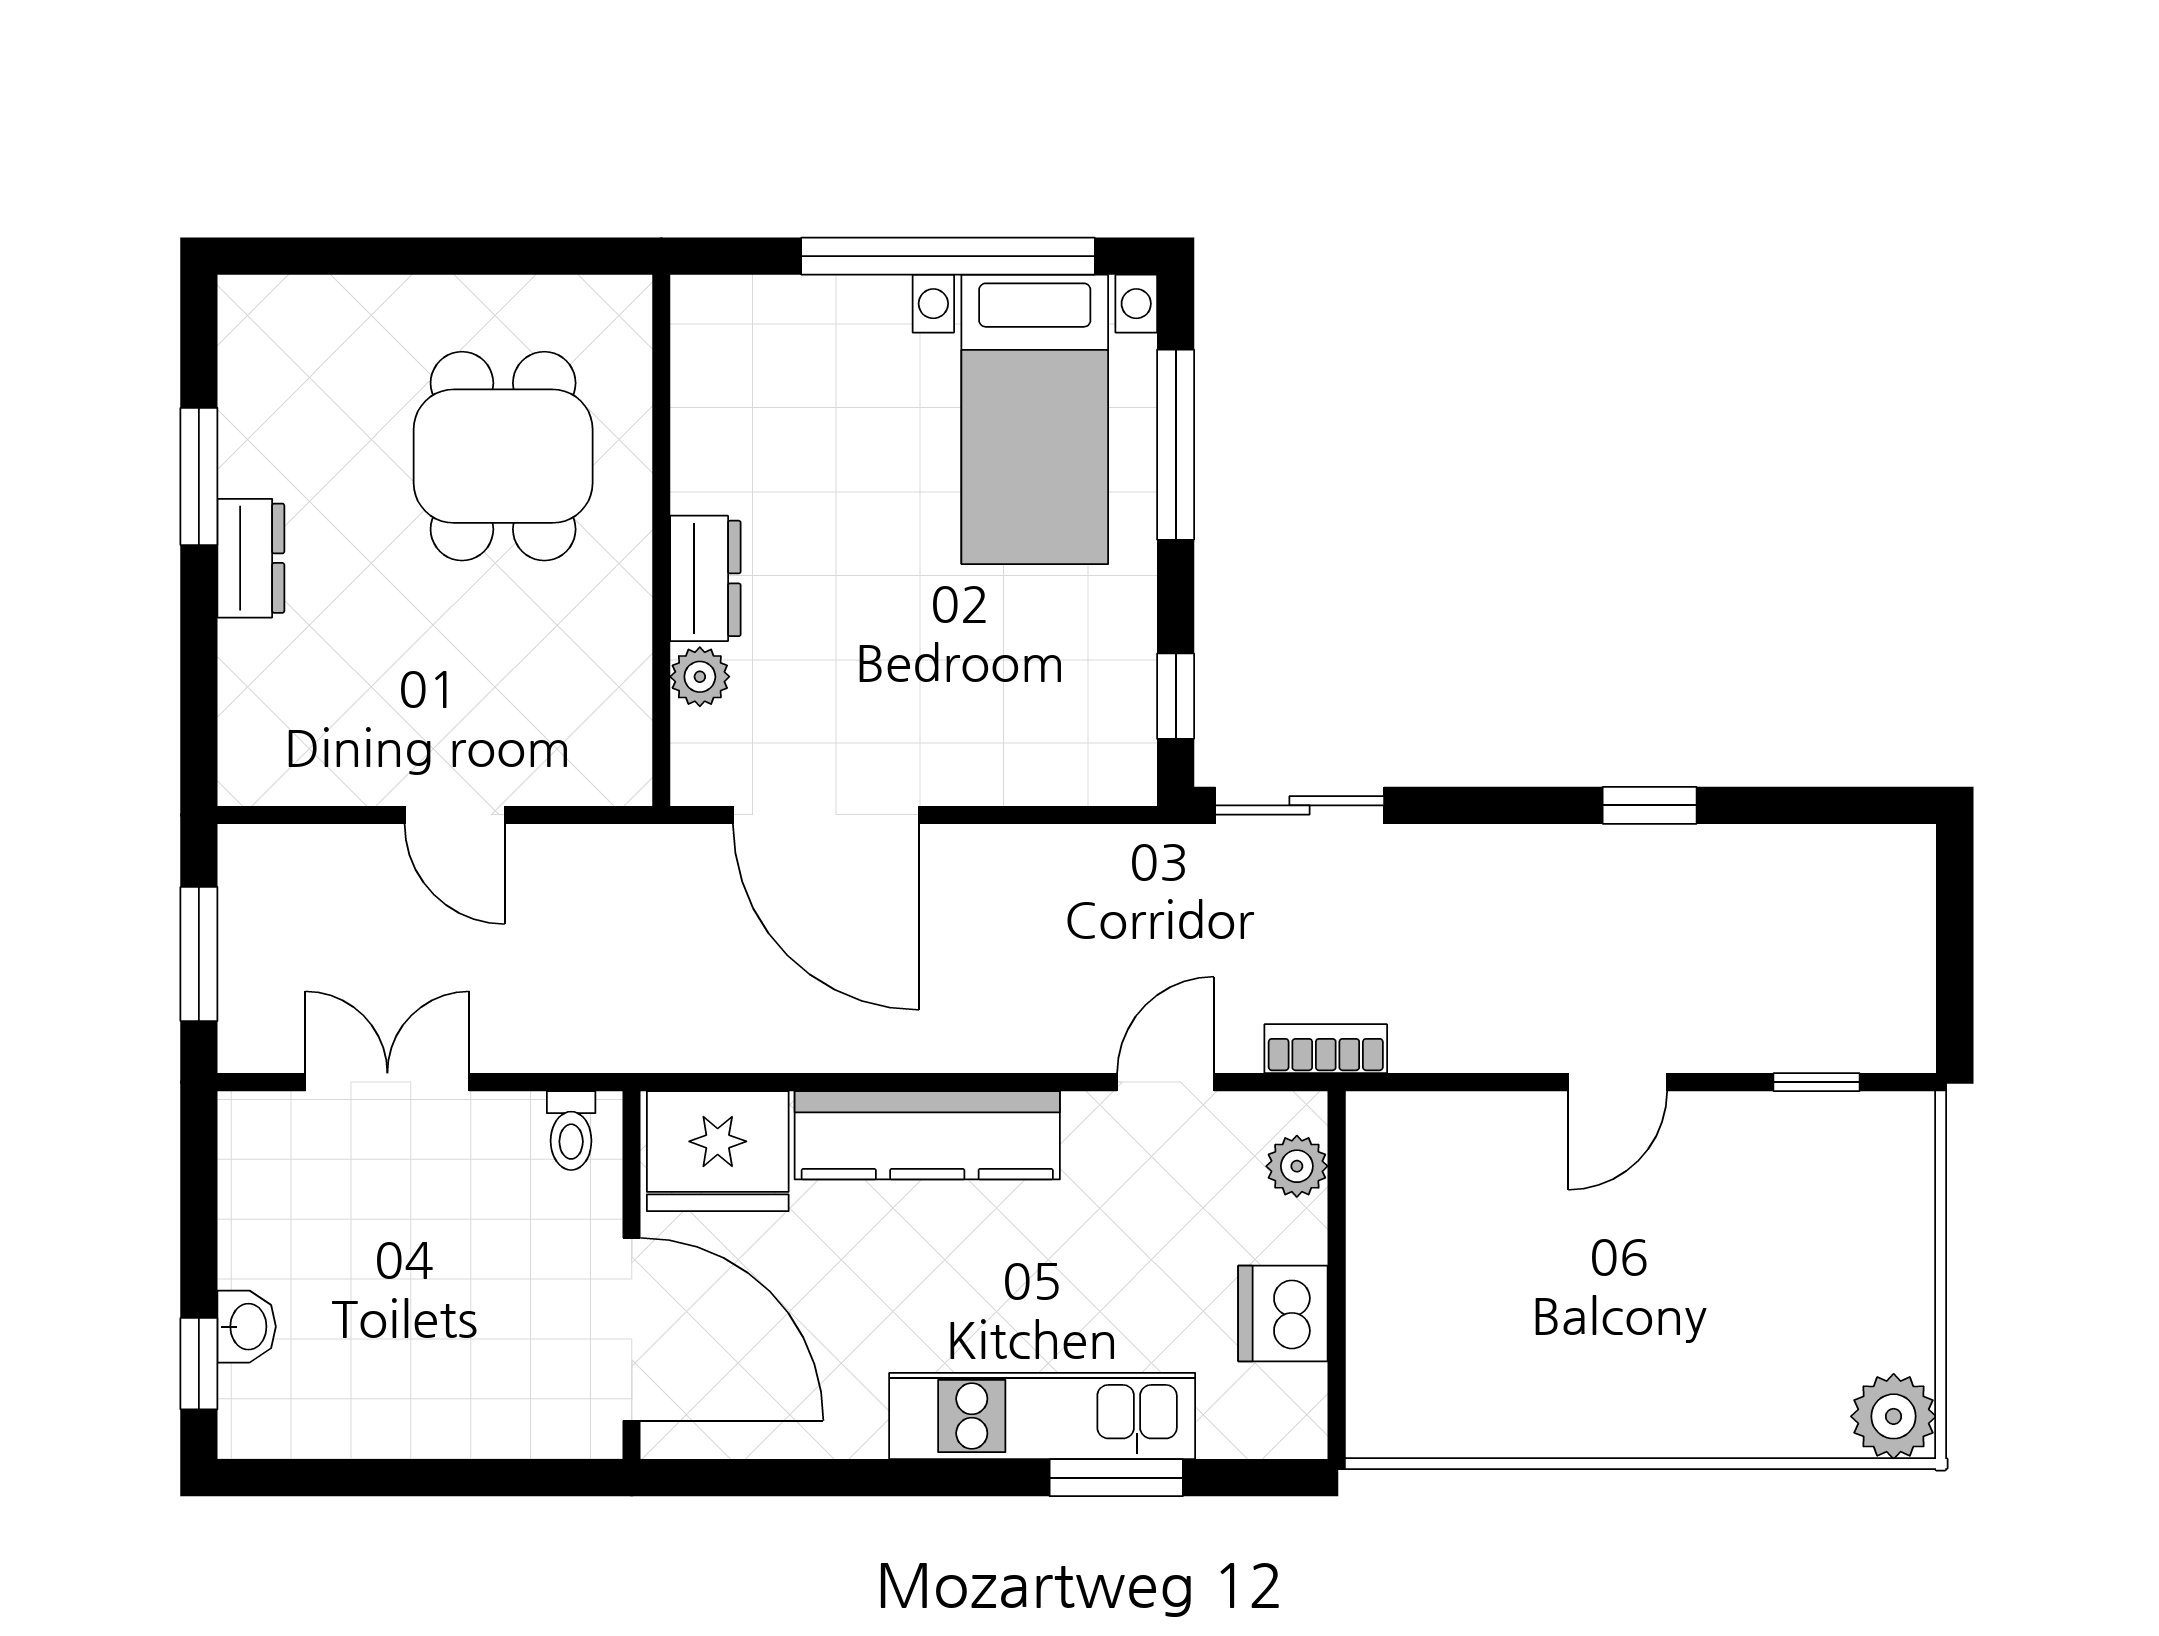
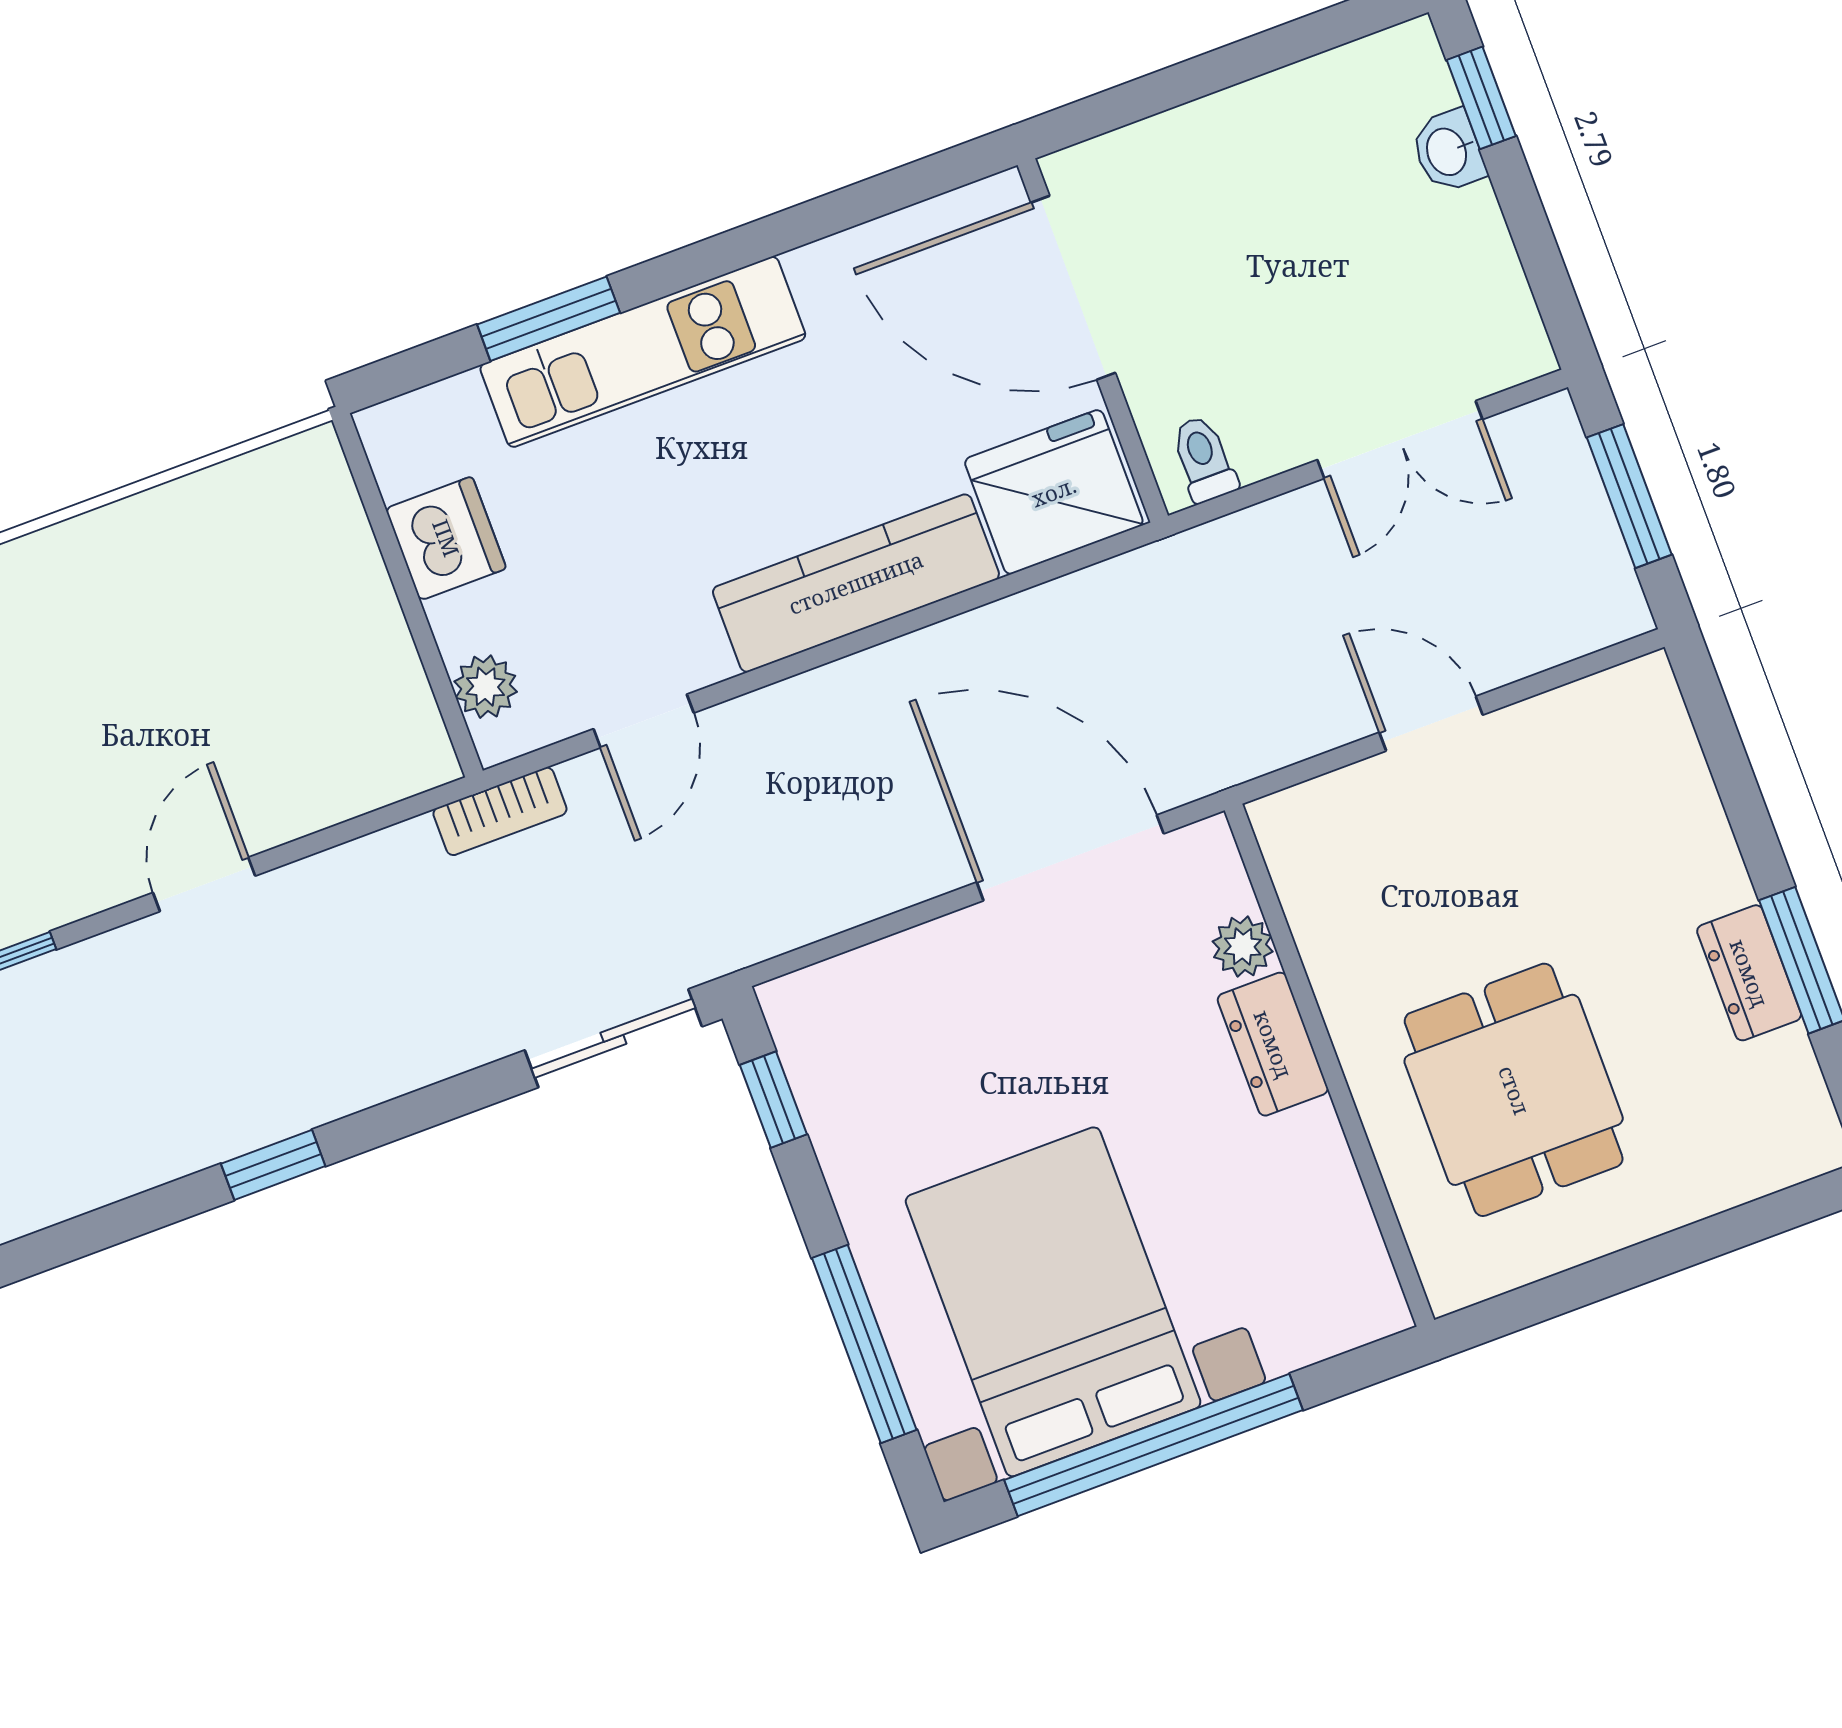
bed with nightstands: (1035, 419) -> (1053, 1302), width x1.36
dresser: (251, 558) -> (1749, 973), moved

